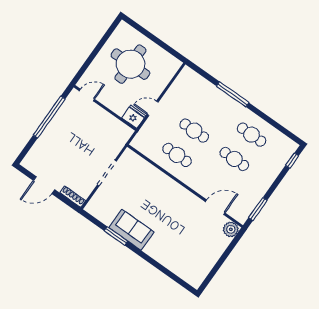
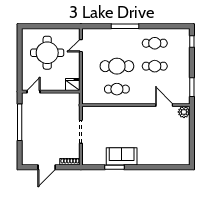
door: (153, 108) -> (81, 46), moved
cafe table: (194, 131) -> (117, 66), width x1.37, depth x1.35
door: (215, 207) -> (164, 105), hinge flipped

